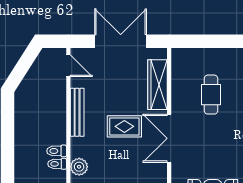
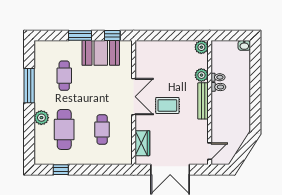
door: (68, 66) -> (210, 151), swing flipped
wardrobe: (157, 85) -> (142, 143), width x0.67
bench: (77, 112) -> (203, 101), moved

